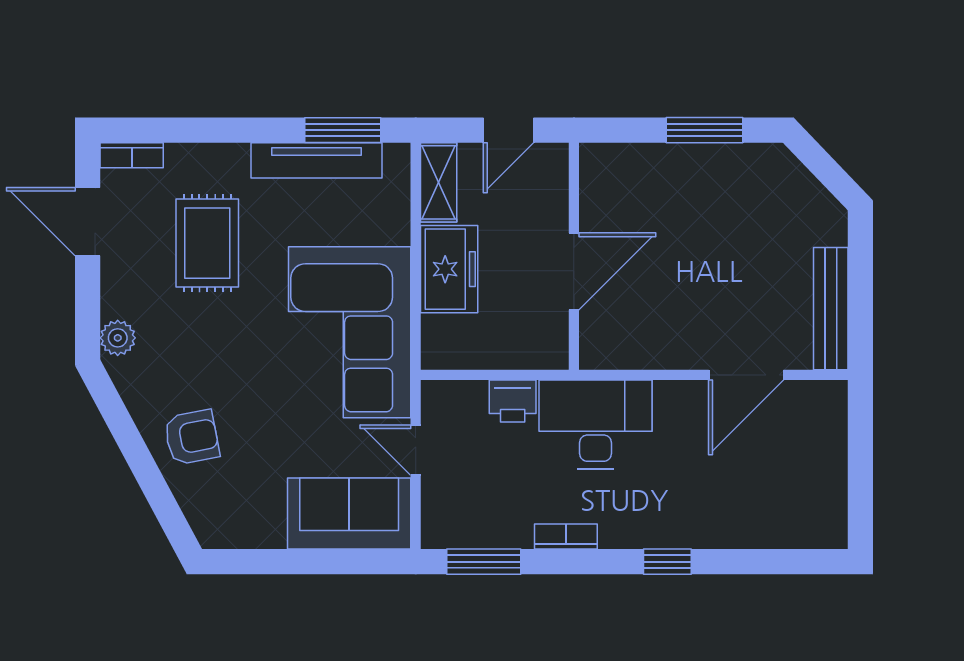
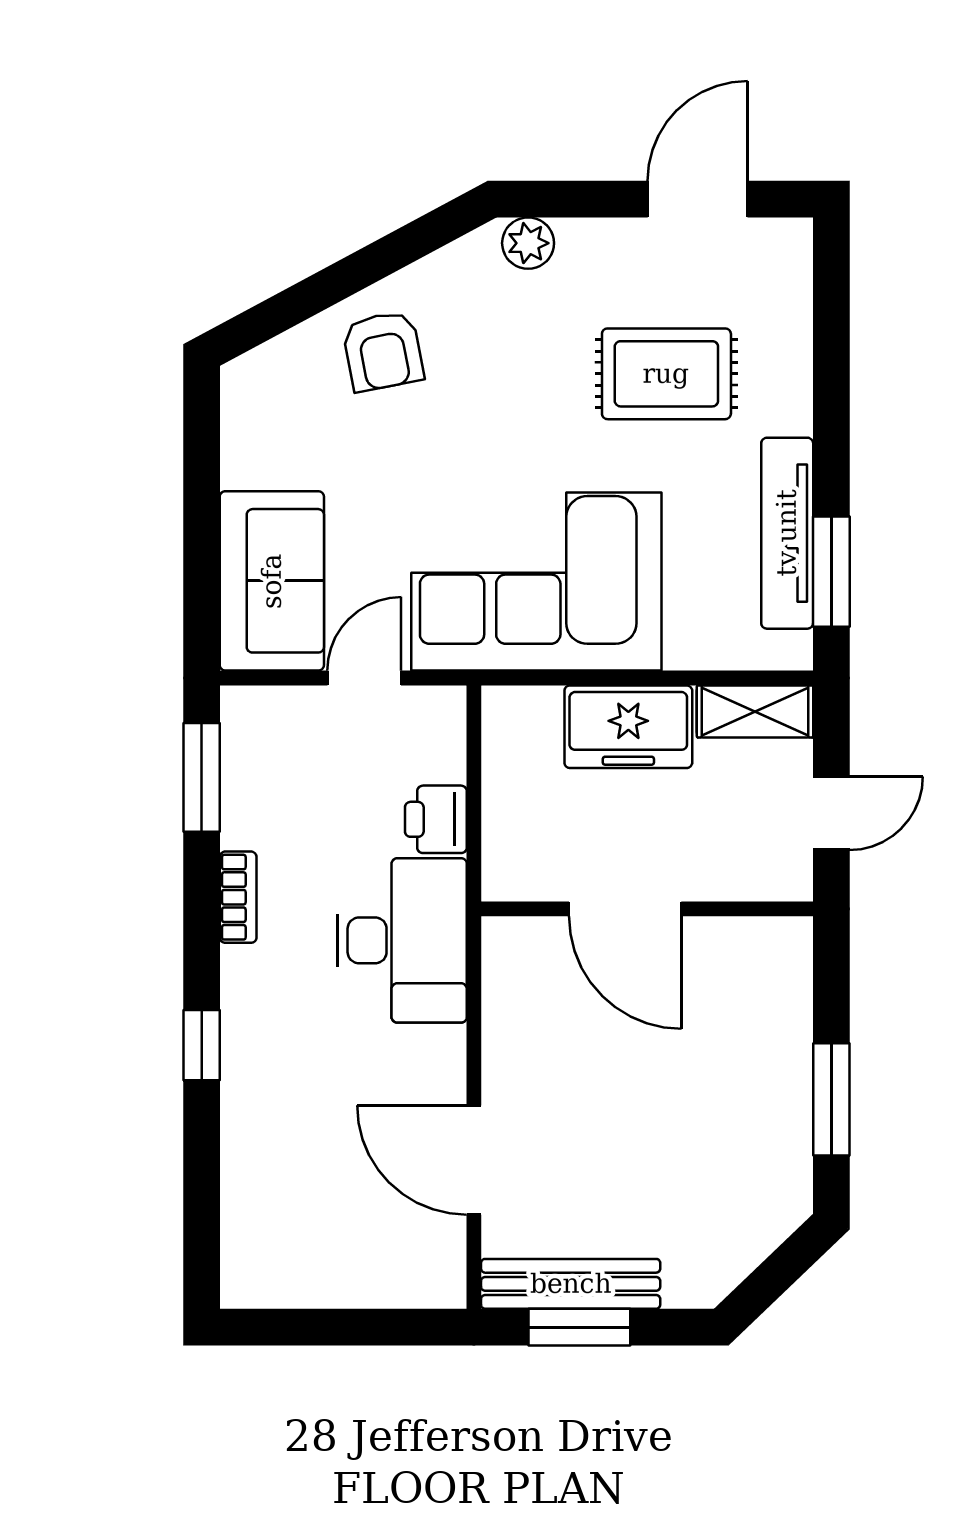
door: (508, 130) -> (831, 813), swing flipped
bookcase: (132, 155) -> (795, 263), removed
window: (860, 303) -> (579, 1327), added

